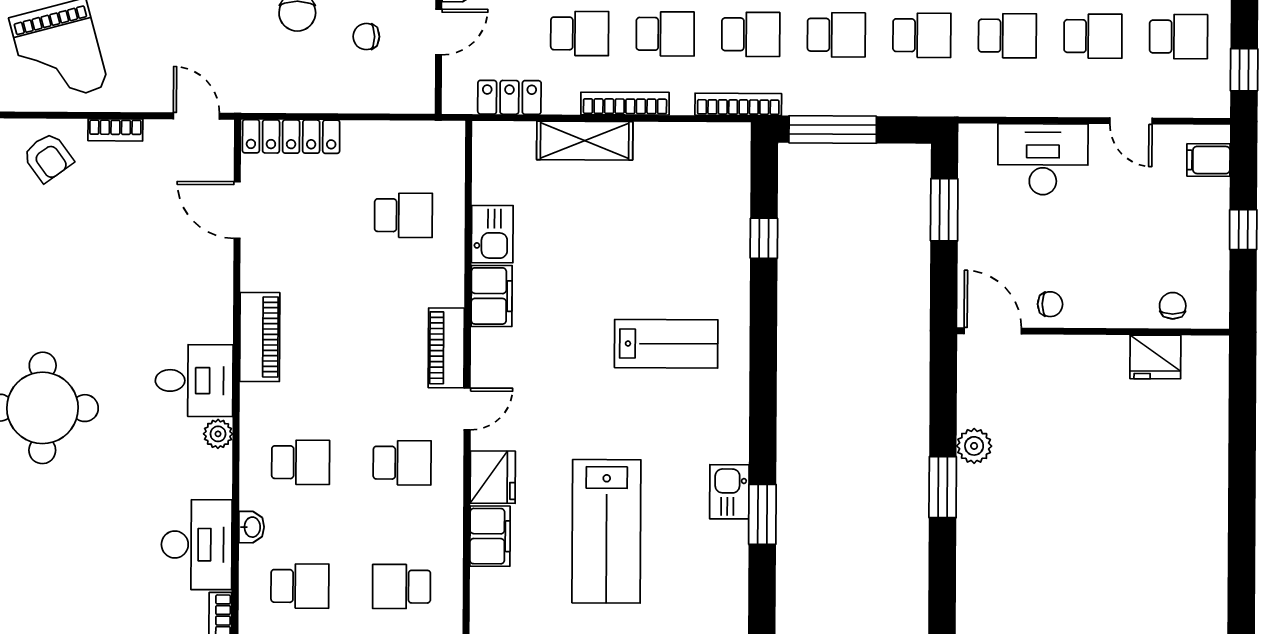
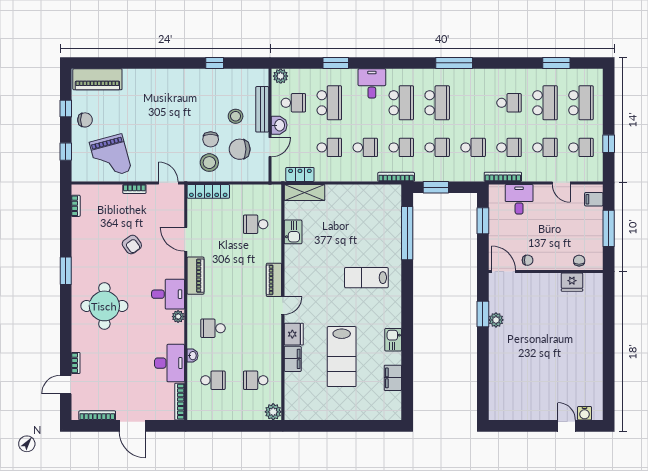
chair: (366, 37) -> (240, 149), width x1.87, depth x1.87
stool: (294, 68) -> (209, 163), added
window: (1244, 70) -> (609, 144), moved
bookcase: (625, 104) -> (503, 177), moved
window: (833, 130) -> (436, 187), width x0.69
shelving: (585, 141) -> (304, 192), moved
armchair: (48, 157) -> (132, 245), moved
desk: (1043, 159) -> (519, 199), width x0.73
door: (237, 210) -> (186, 239), moved
school desk: (403, 215) -> (256, 224), turned 180
window: (1243, 230) -> (609, 228), width x2.17
window: (764, 238) -> (407, 233), width x3.17
filing cabinet: (492, 296) -> (393, 378), moved, turned 180
lab bench: (666, 344) -> (366, 278), turned 180
school desk: (301, 462) -> (213, 328), turned 180
school desk: (402, 463) -> (256, 328), removed
window: (943, 487) -> (483, 314), moved
window: (762, 514) -> (407, 349), removed

